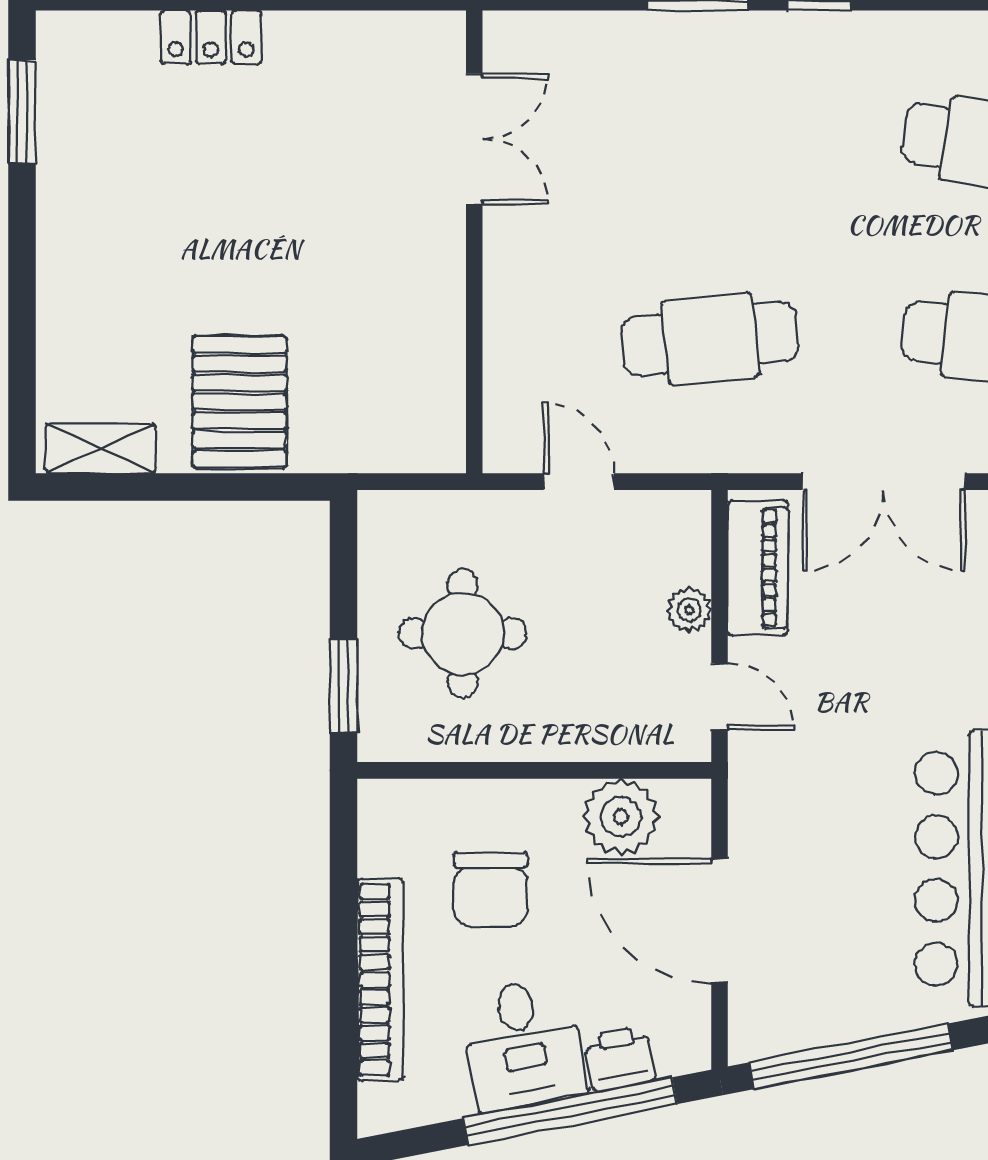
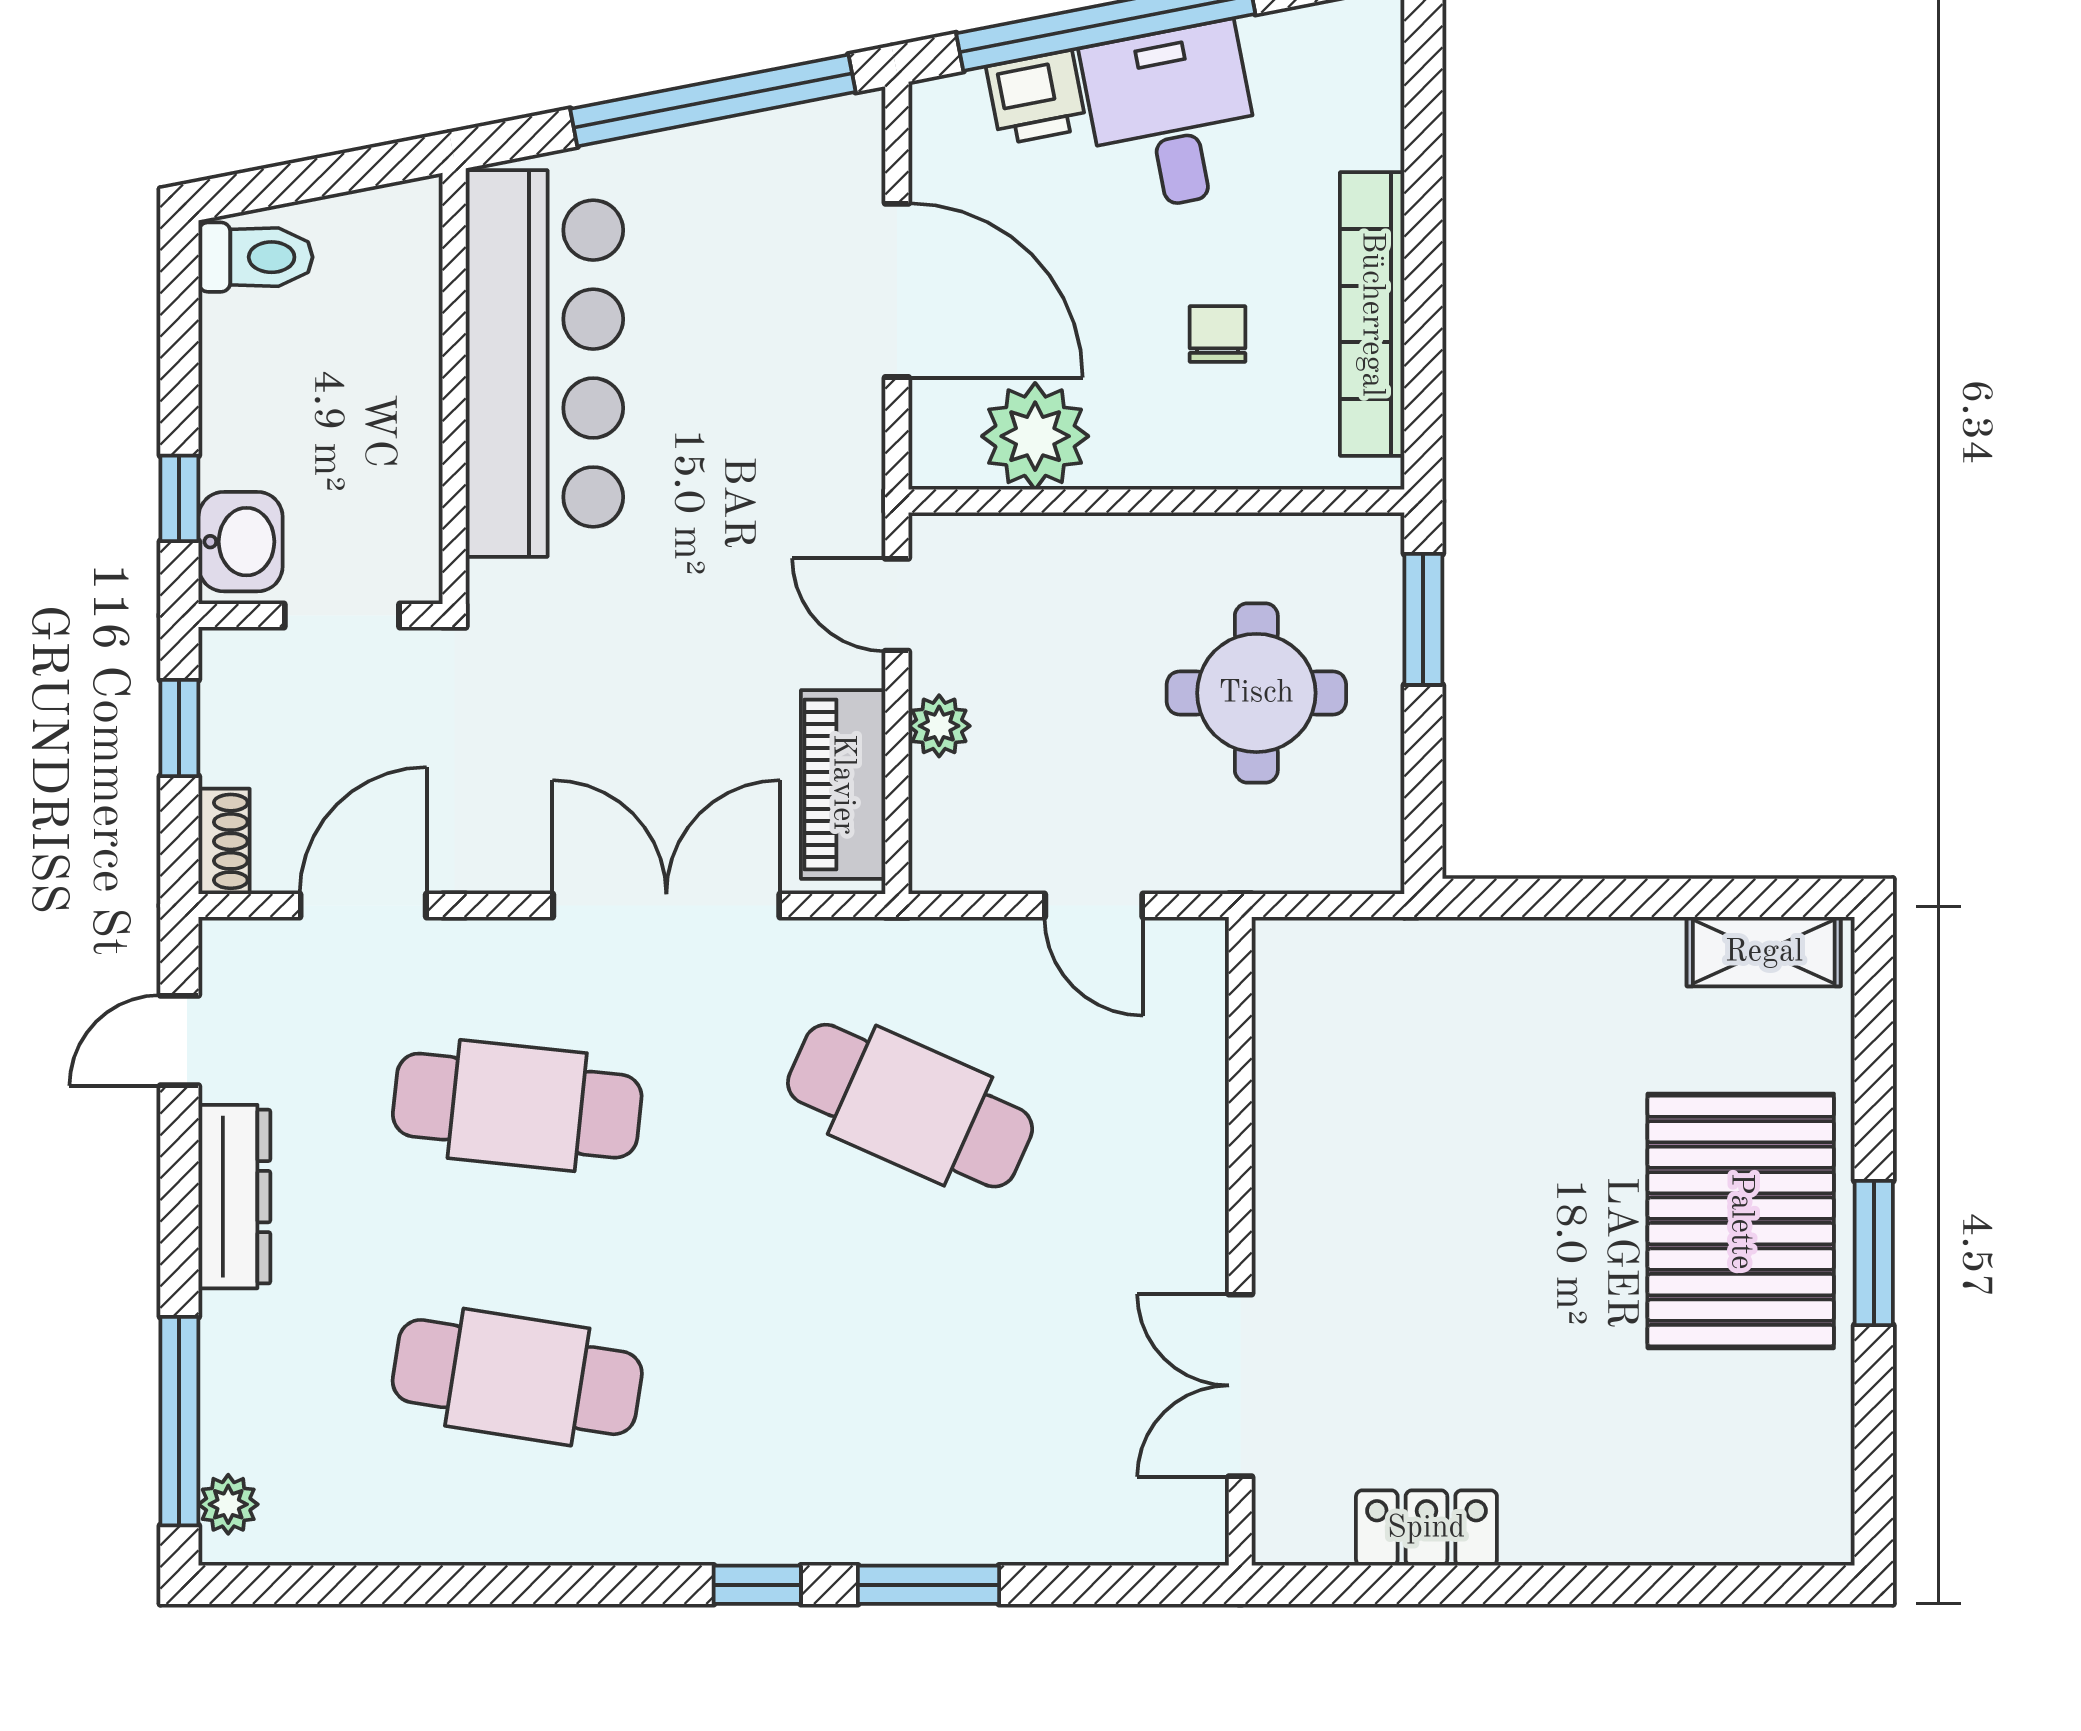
locker: (211, 37) -> (1426, 1528), moved
window: (22, 112) -> (1874, 1253), moved
cafe table: (710, 339) -> (910, 1106), turned 30
pallet: (240, 402) -> (1741, 1221), moved, width x1.37, depth x1.41
chair: (491, 890) -> (1217, 334), width x0.54, depth x0.54
bookcase: (380, 980) -> (1372, 314), moved

